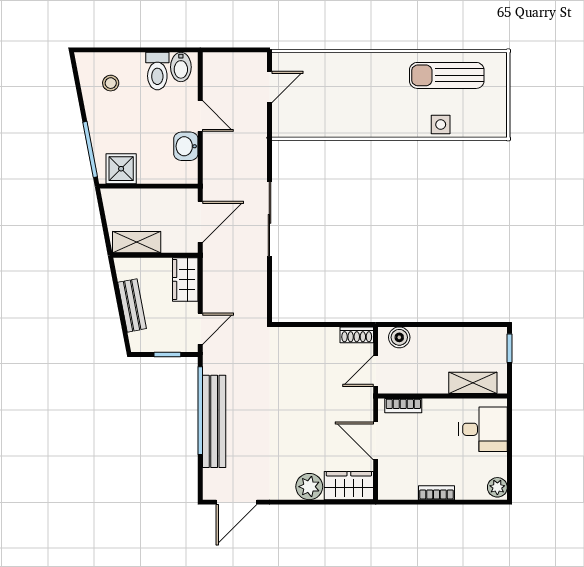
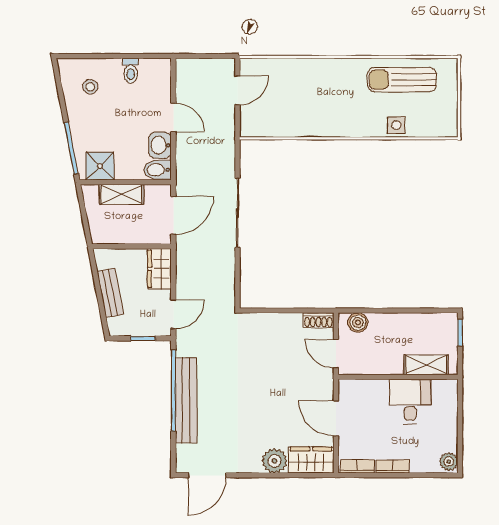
bidet: (181, 67) -> (158, 170), moved, turned 90
toilet: (157, 71) -> (131, 71), width x0.73, depth x0.72
shelving: (137, 242) -> (121, 194), moved
door: (376, 371) -> (336, 354), hinge flipped
bookcase: (403, 406) -> (357, 466), moved, turned 180
desk: (483, 429) -> (410, 401), moved, turned -90

